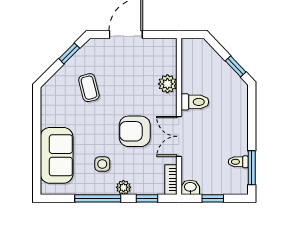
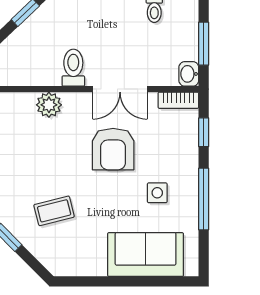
plant: (123, 187) -> (189, 164), removed
window: (213, 198) -> (204, 44), width x1.50

